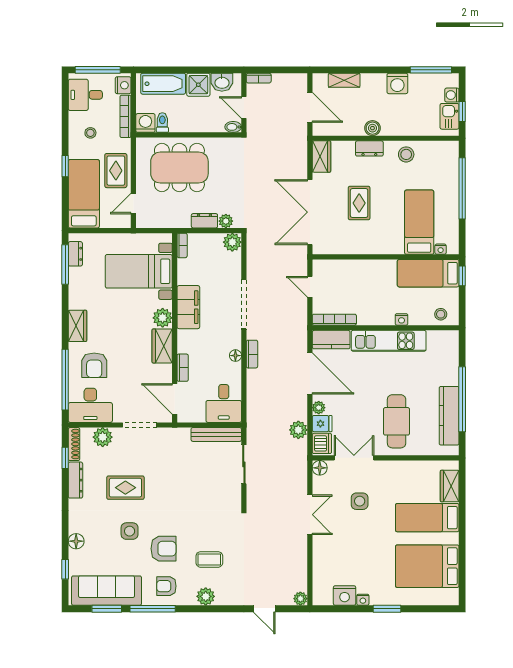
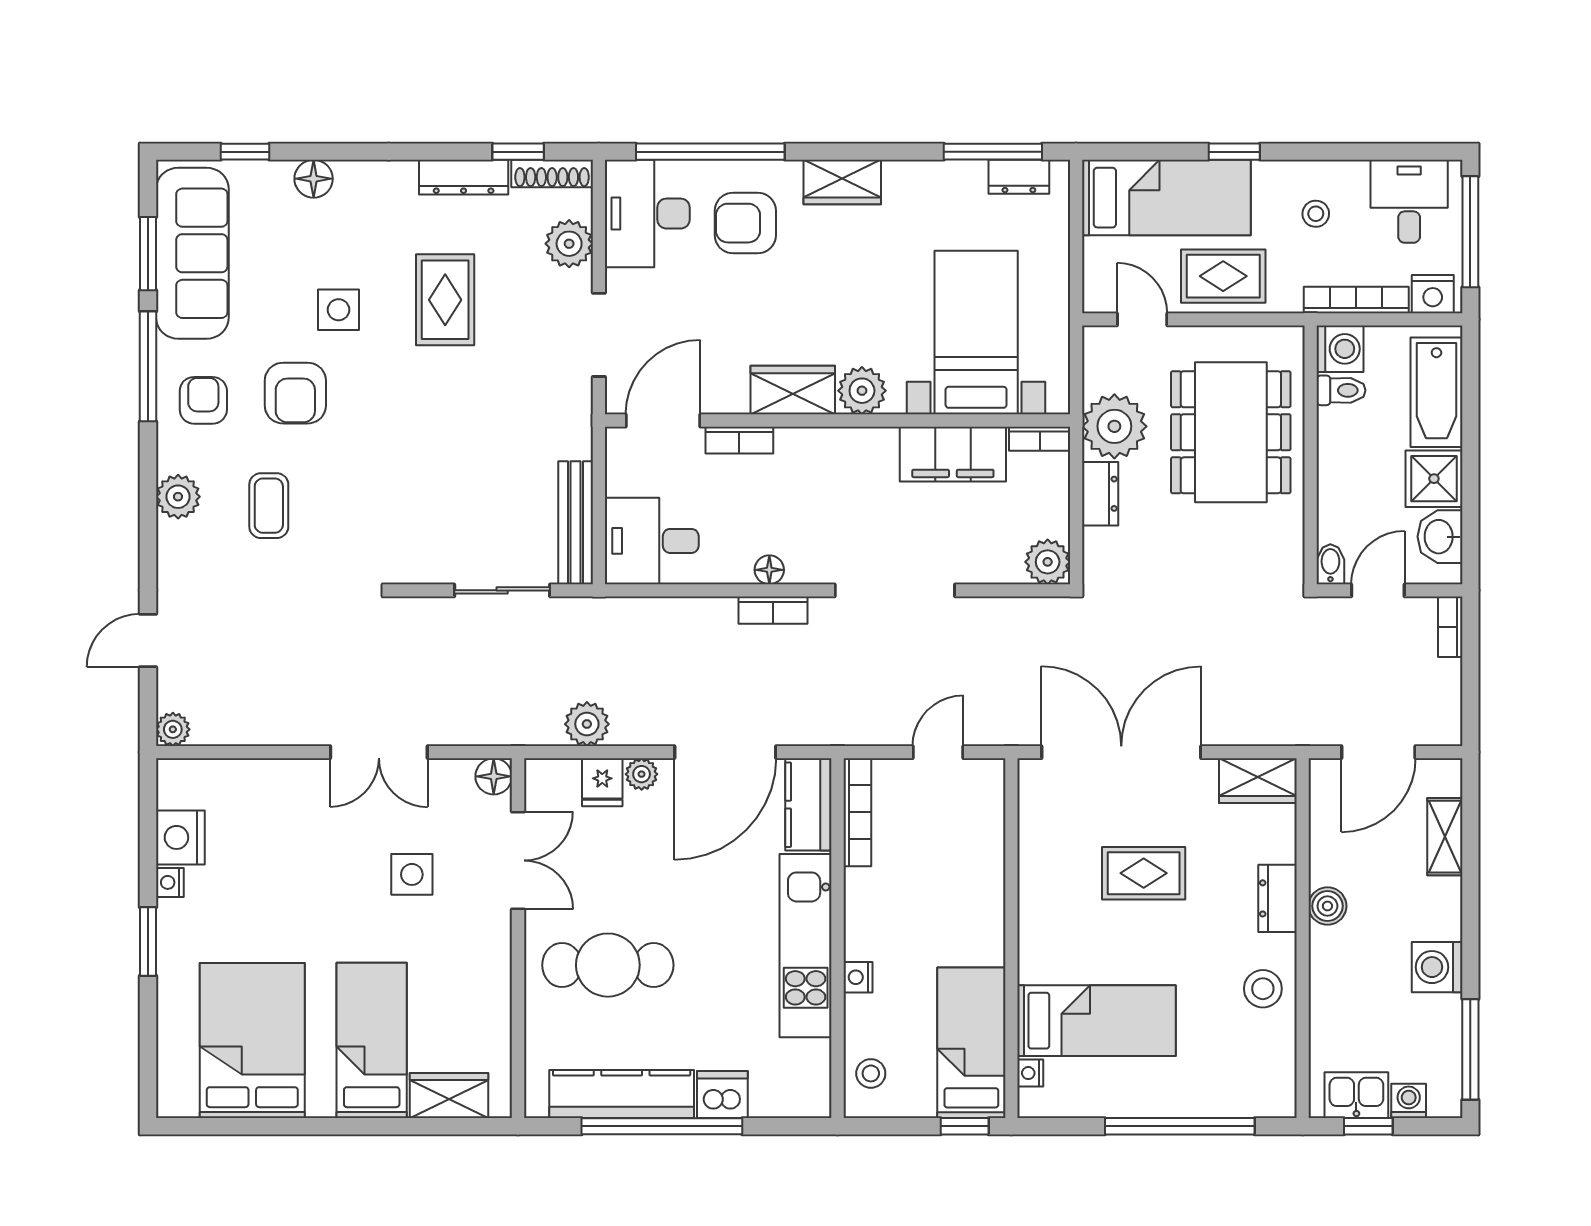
plant: (226, 221) -> (1114, 426), moved, width x1.87, depth x1.87
filing cabinet: (188, 307) -> (953, 454), moved
dishwasher: (322, 443) -> (722, 1095), moved, turned 180

